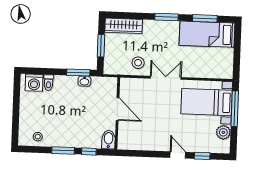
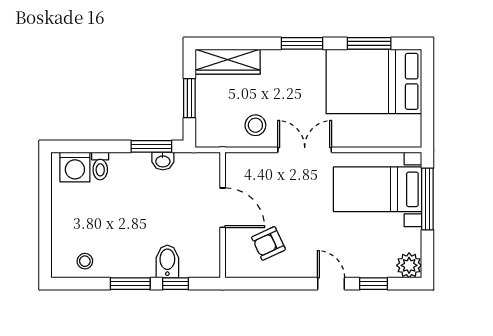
bed: (207, 34) -> (374, 81), width x1.50
armchair: (143, 131) -> (268, 243), added
plant: (223, 132) -> (409, 265), moved
bidet: (109, 140) -> (167, 262), moved

